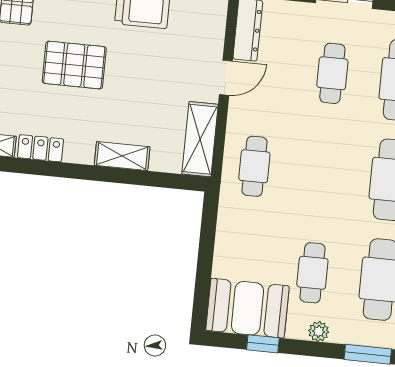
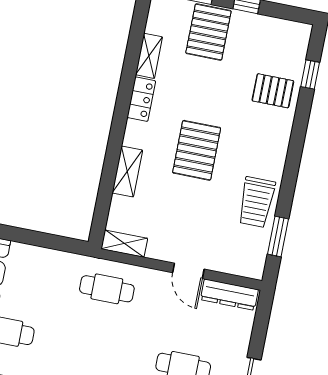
pallet: (74, 65) -> (197, 150), moved
shelving: (200, 139) -> (124, 244), width x0.67, depth x0.75

